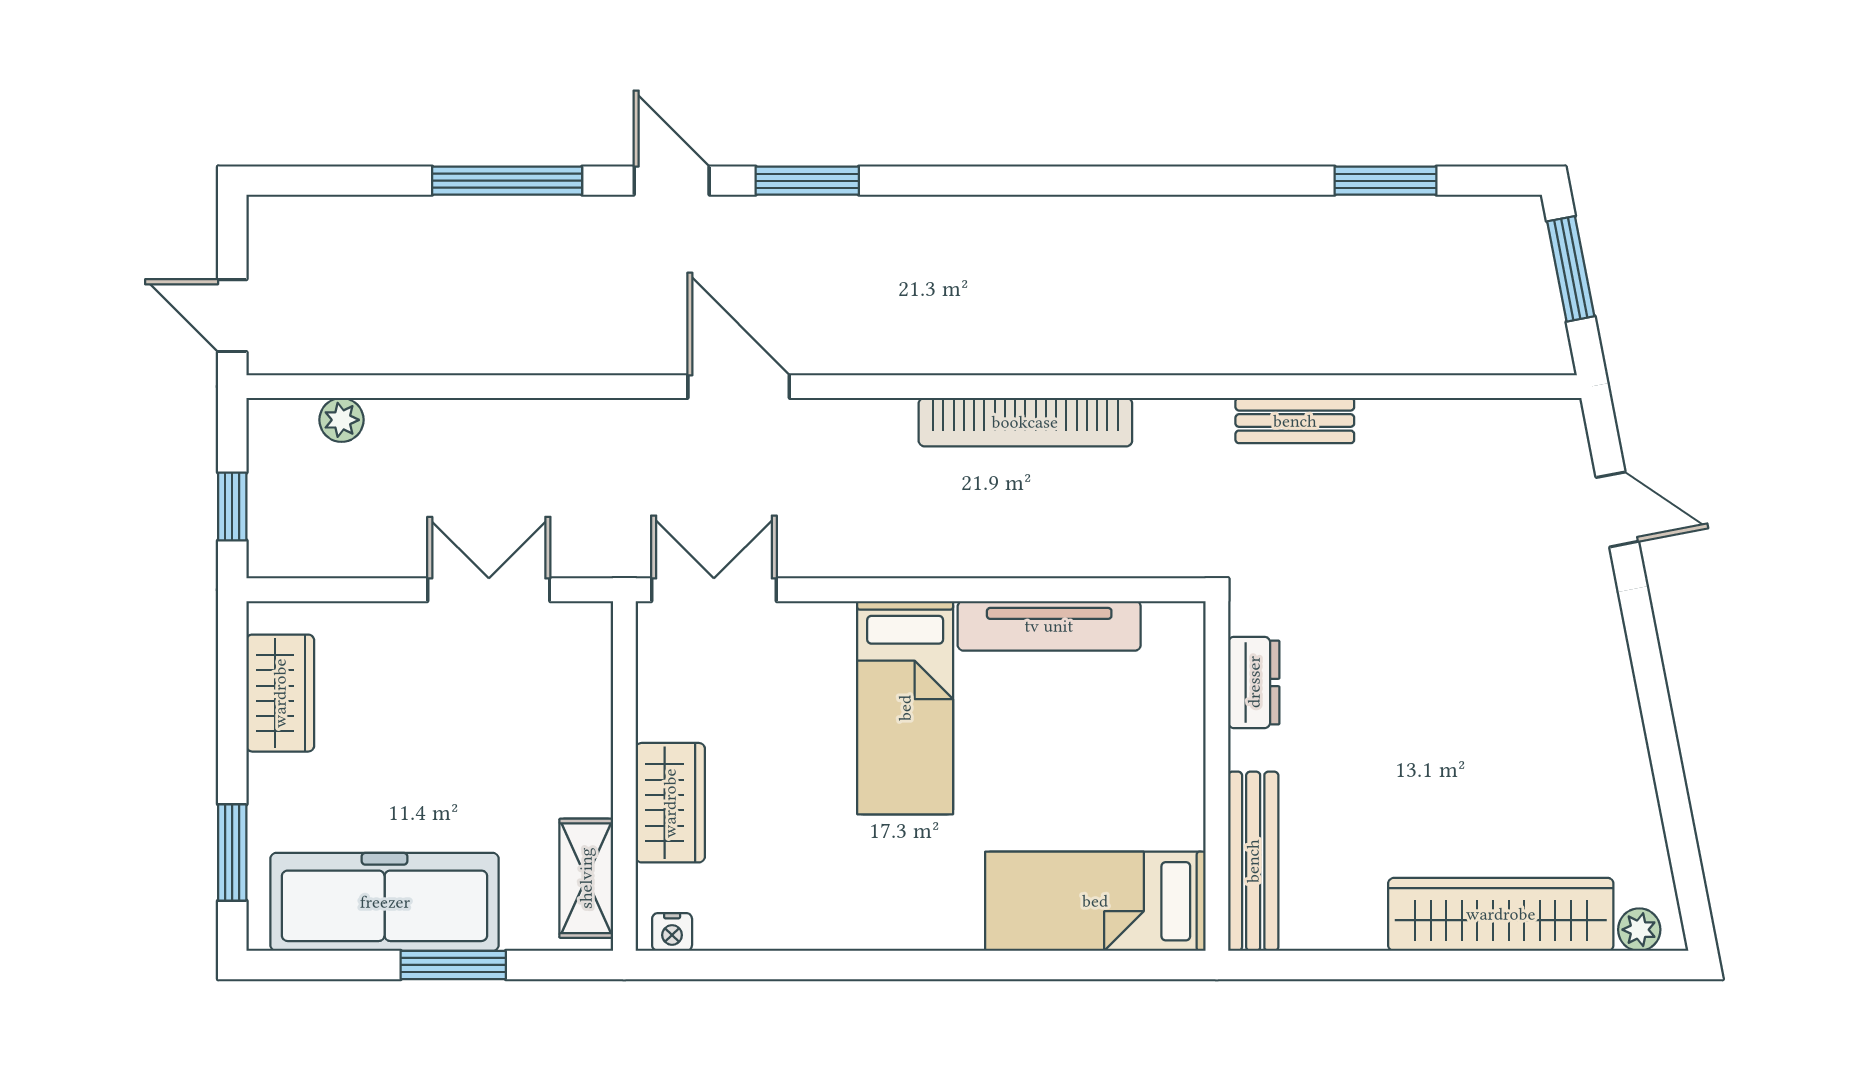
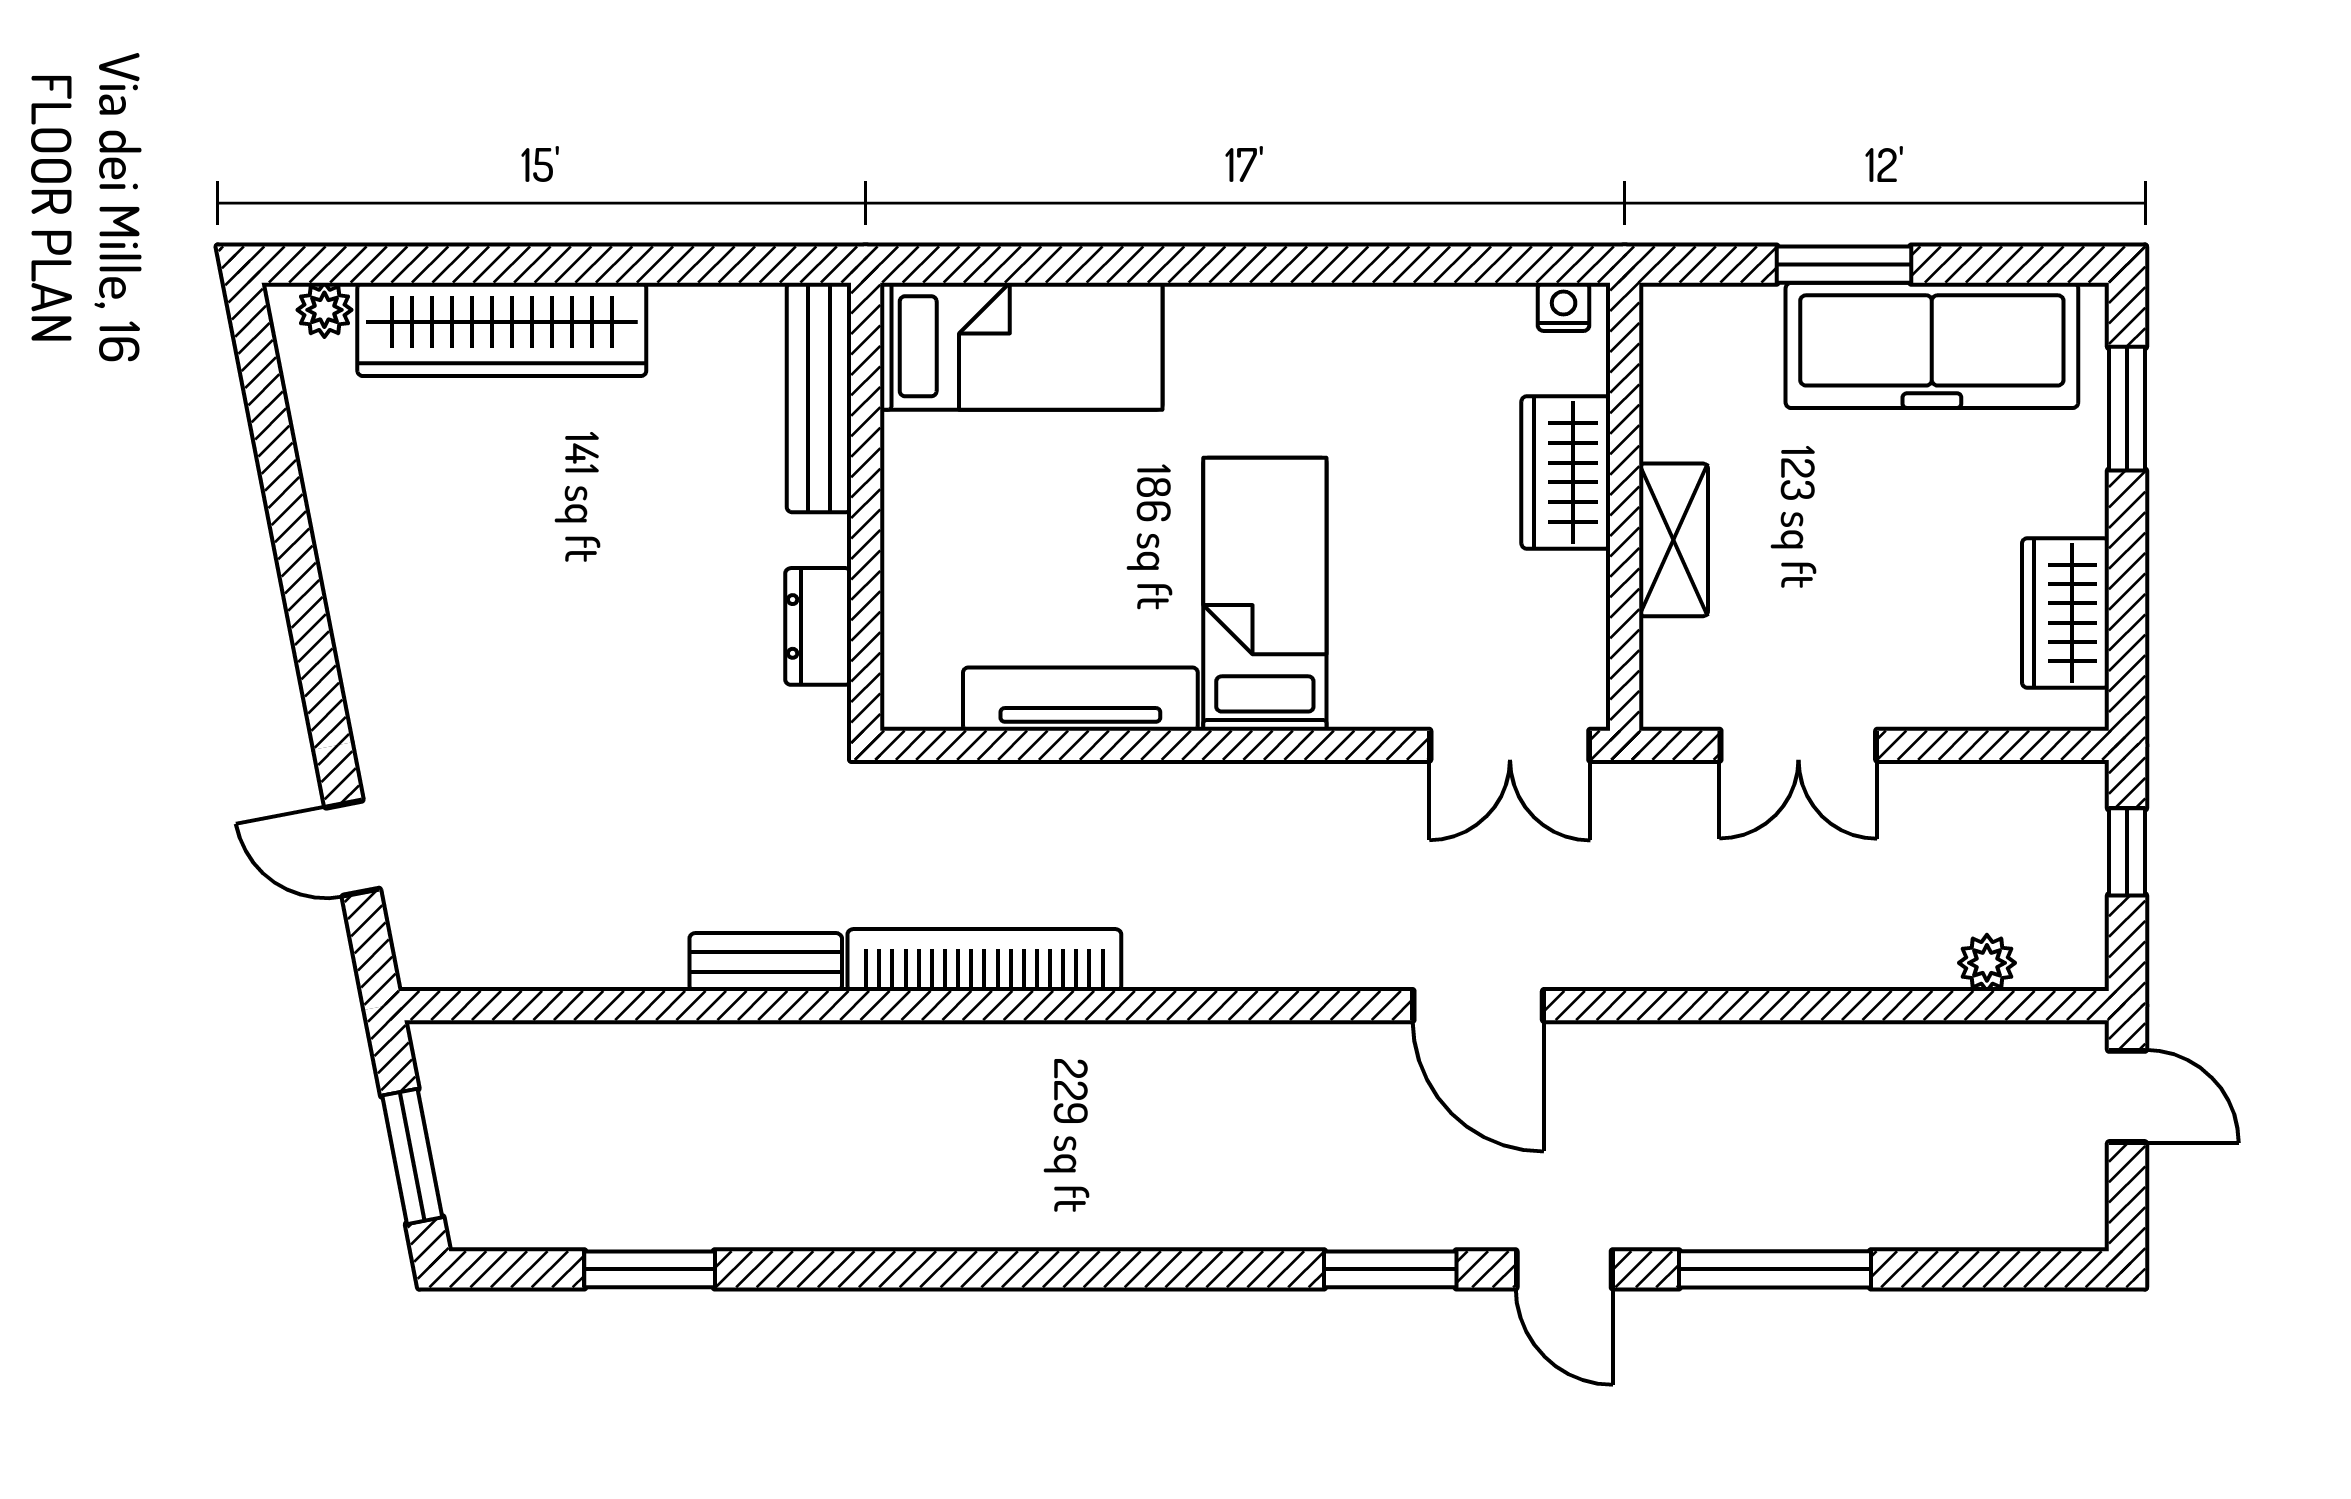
bookcase: (1025, 422) -> (984, 960), moved
shelving: (586, 878) -> (1674, 540), moved

